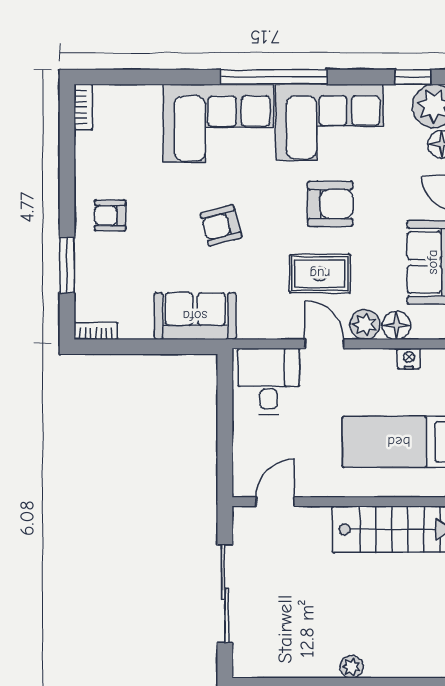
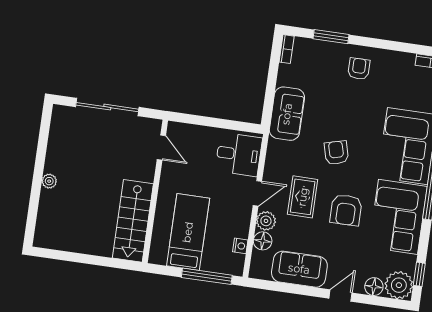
armchair: (221, 225) -> (336, 153), moved

